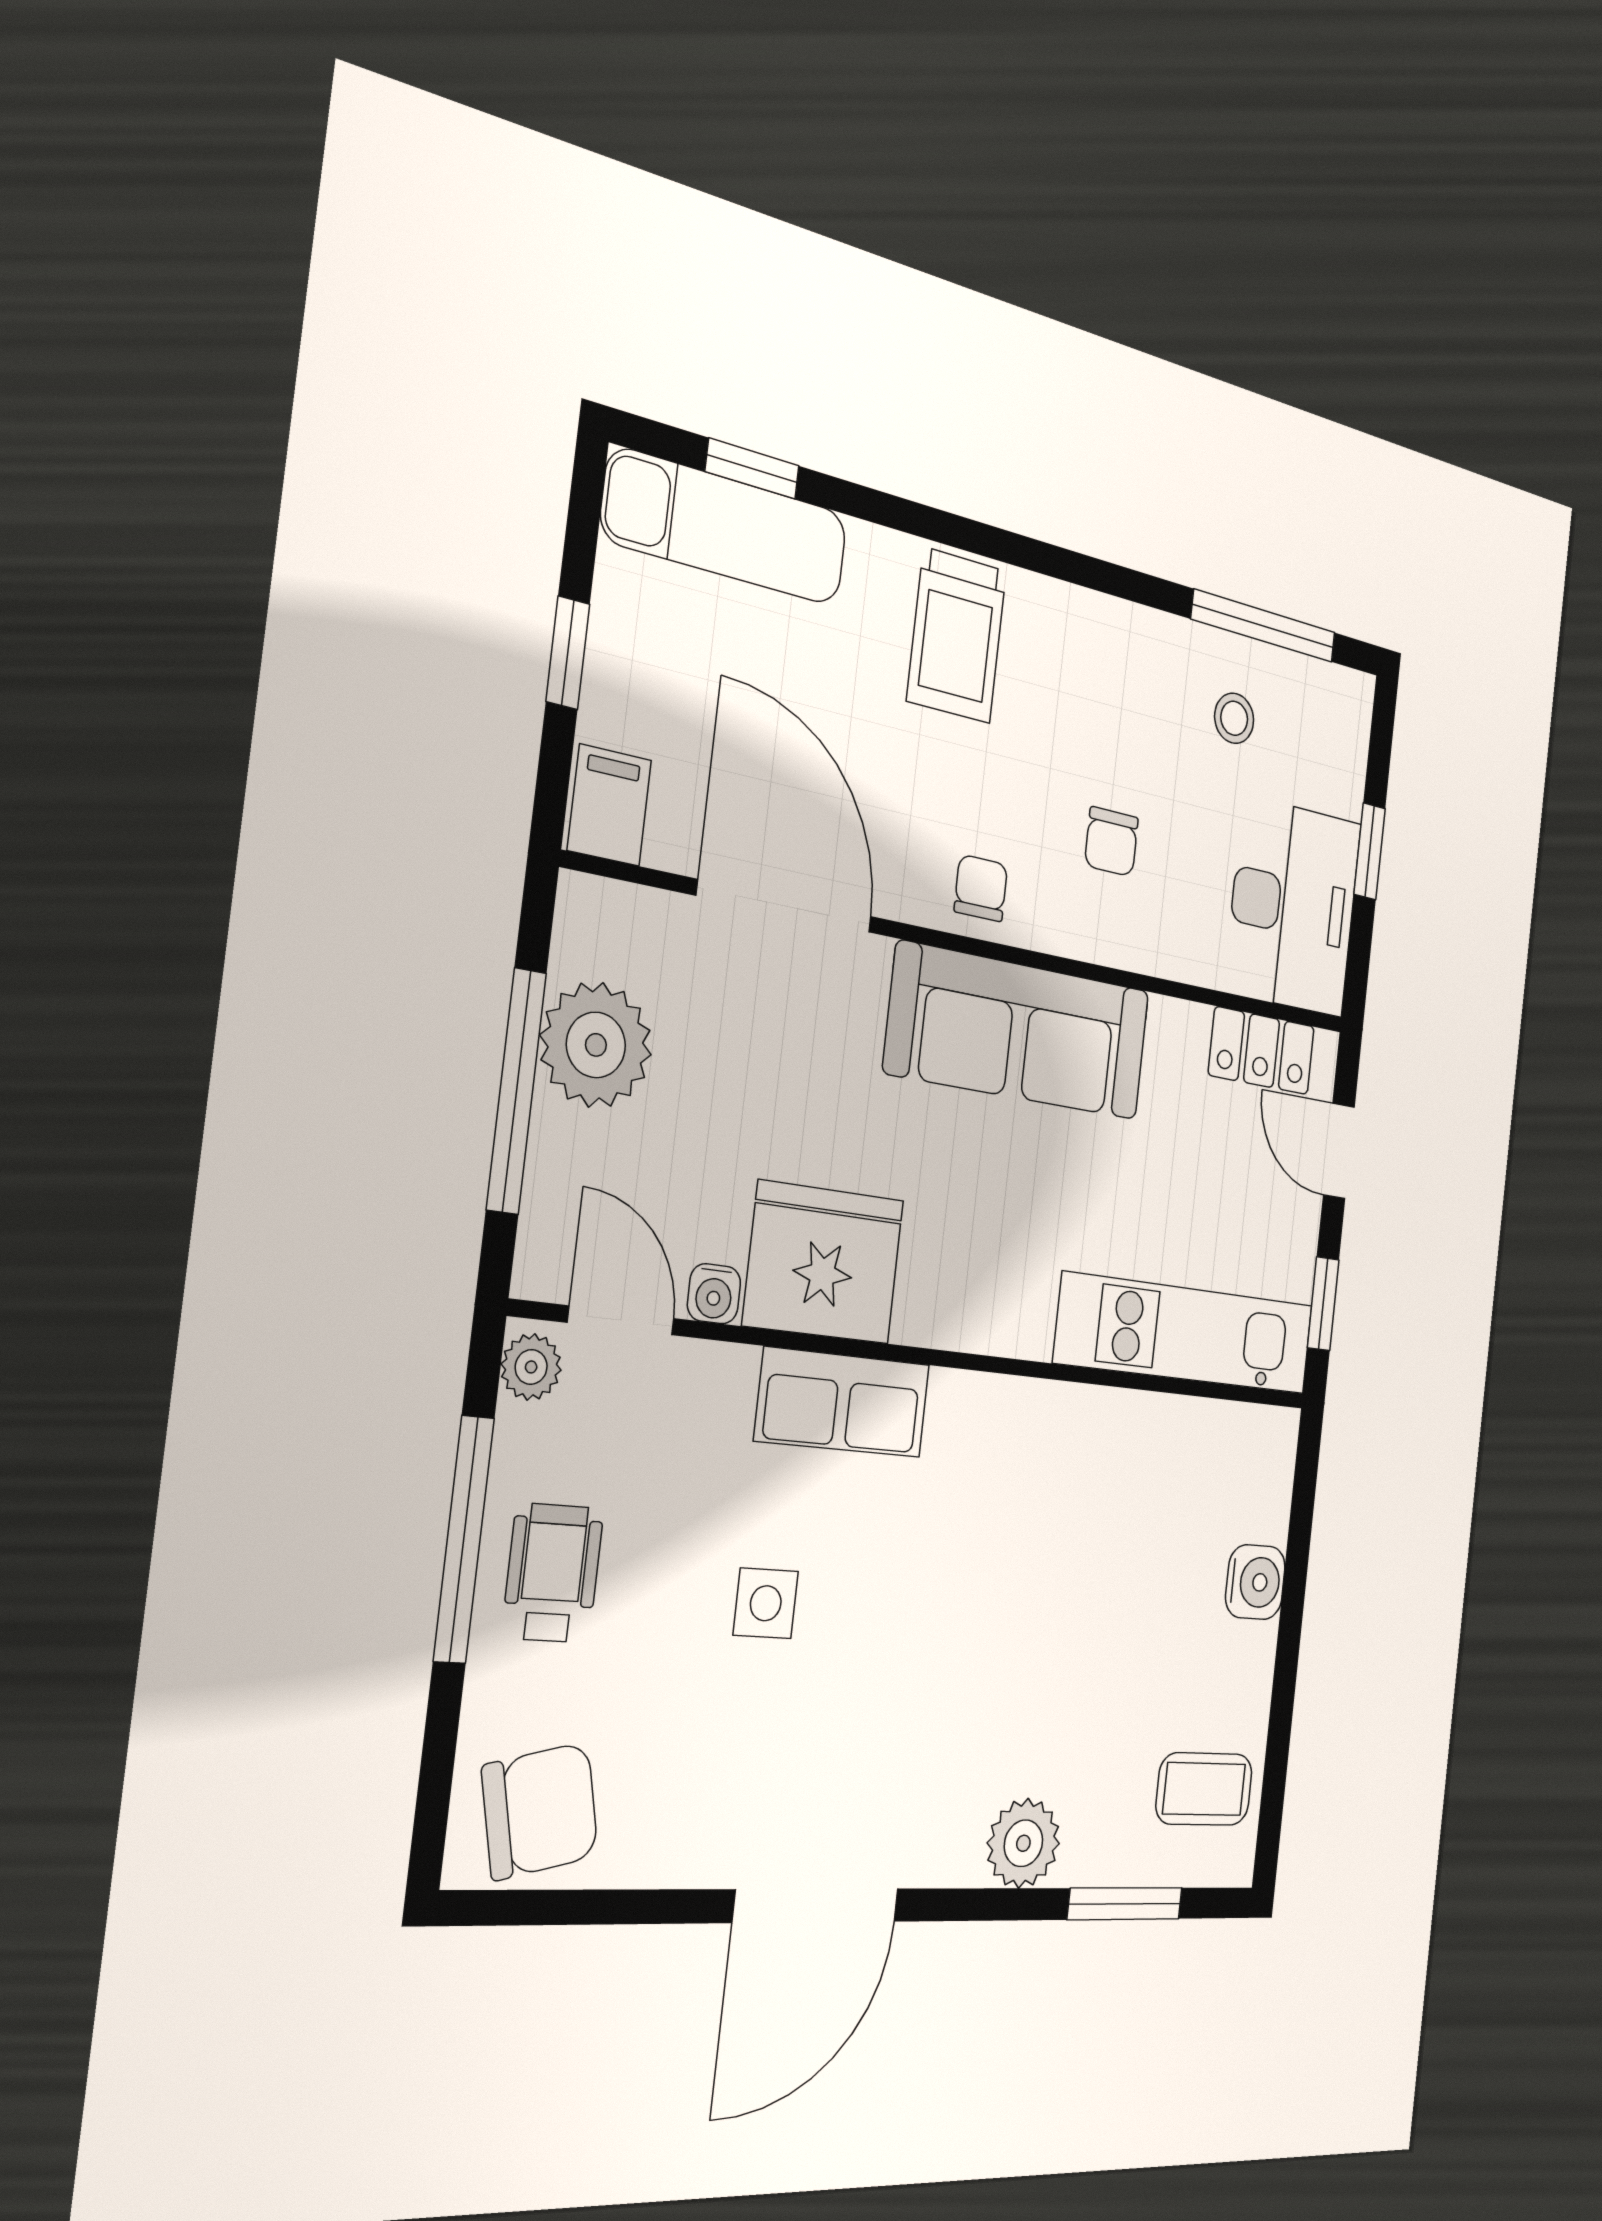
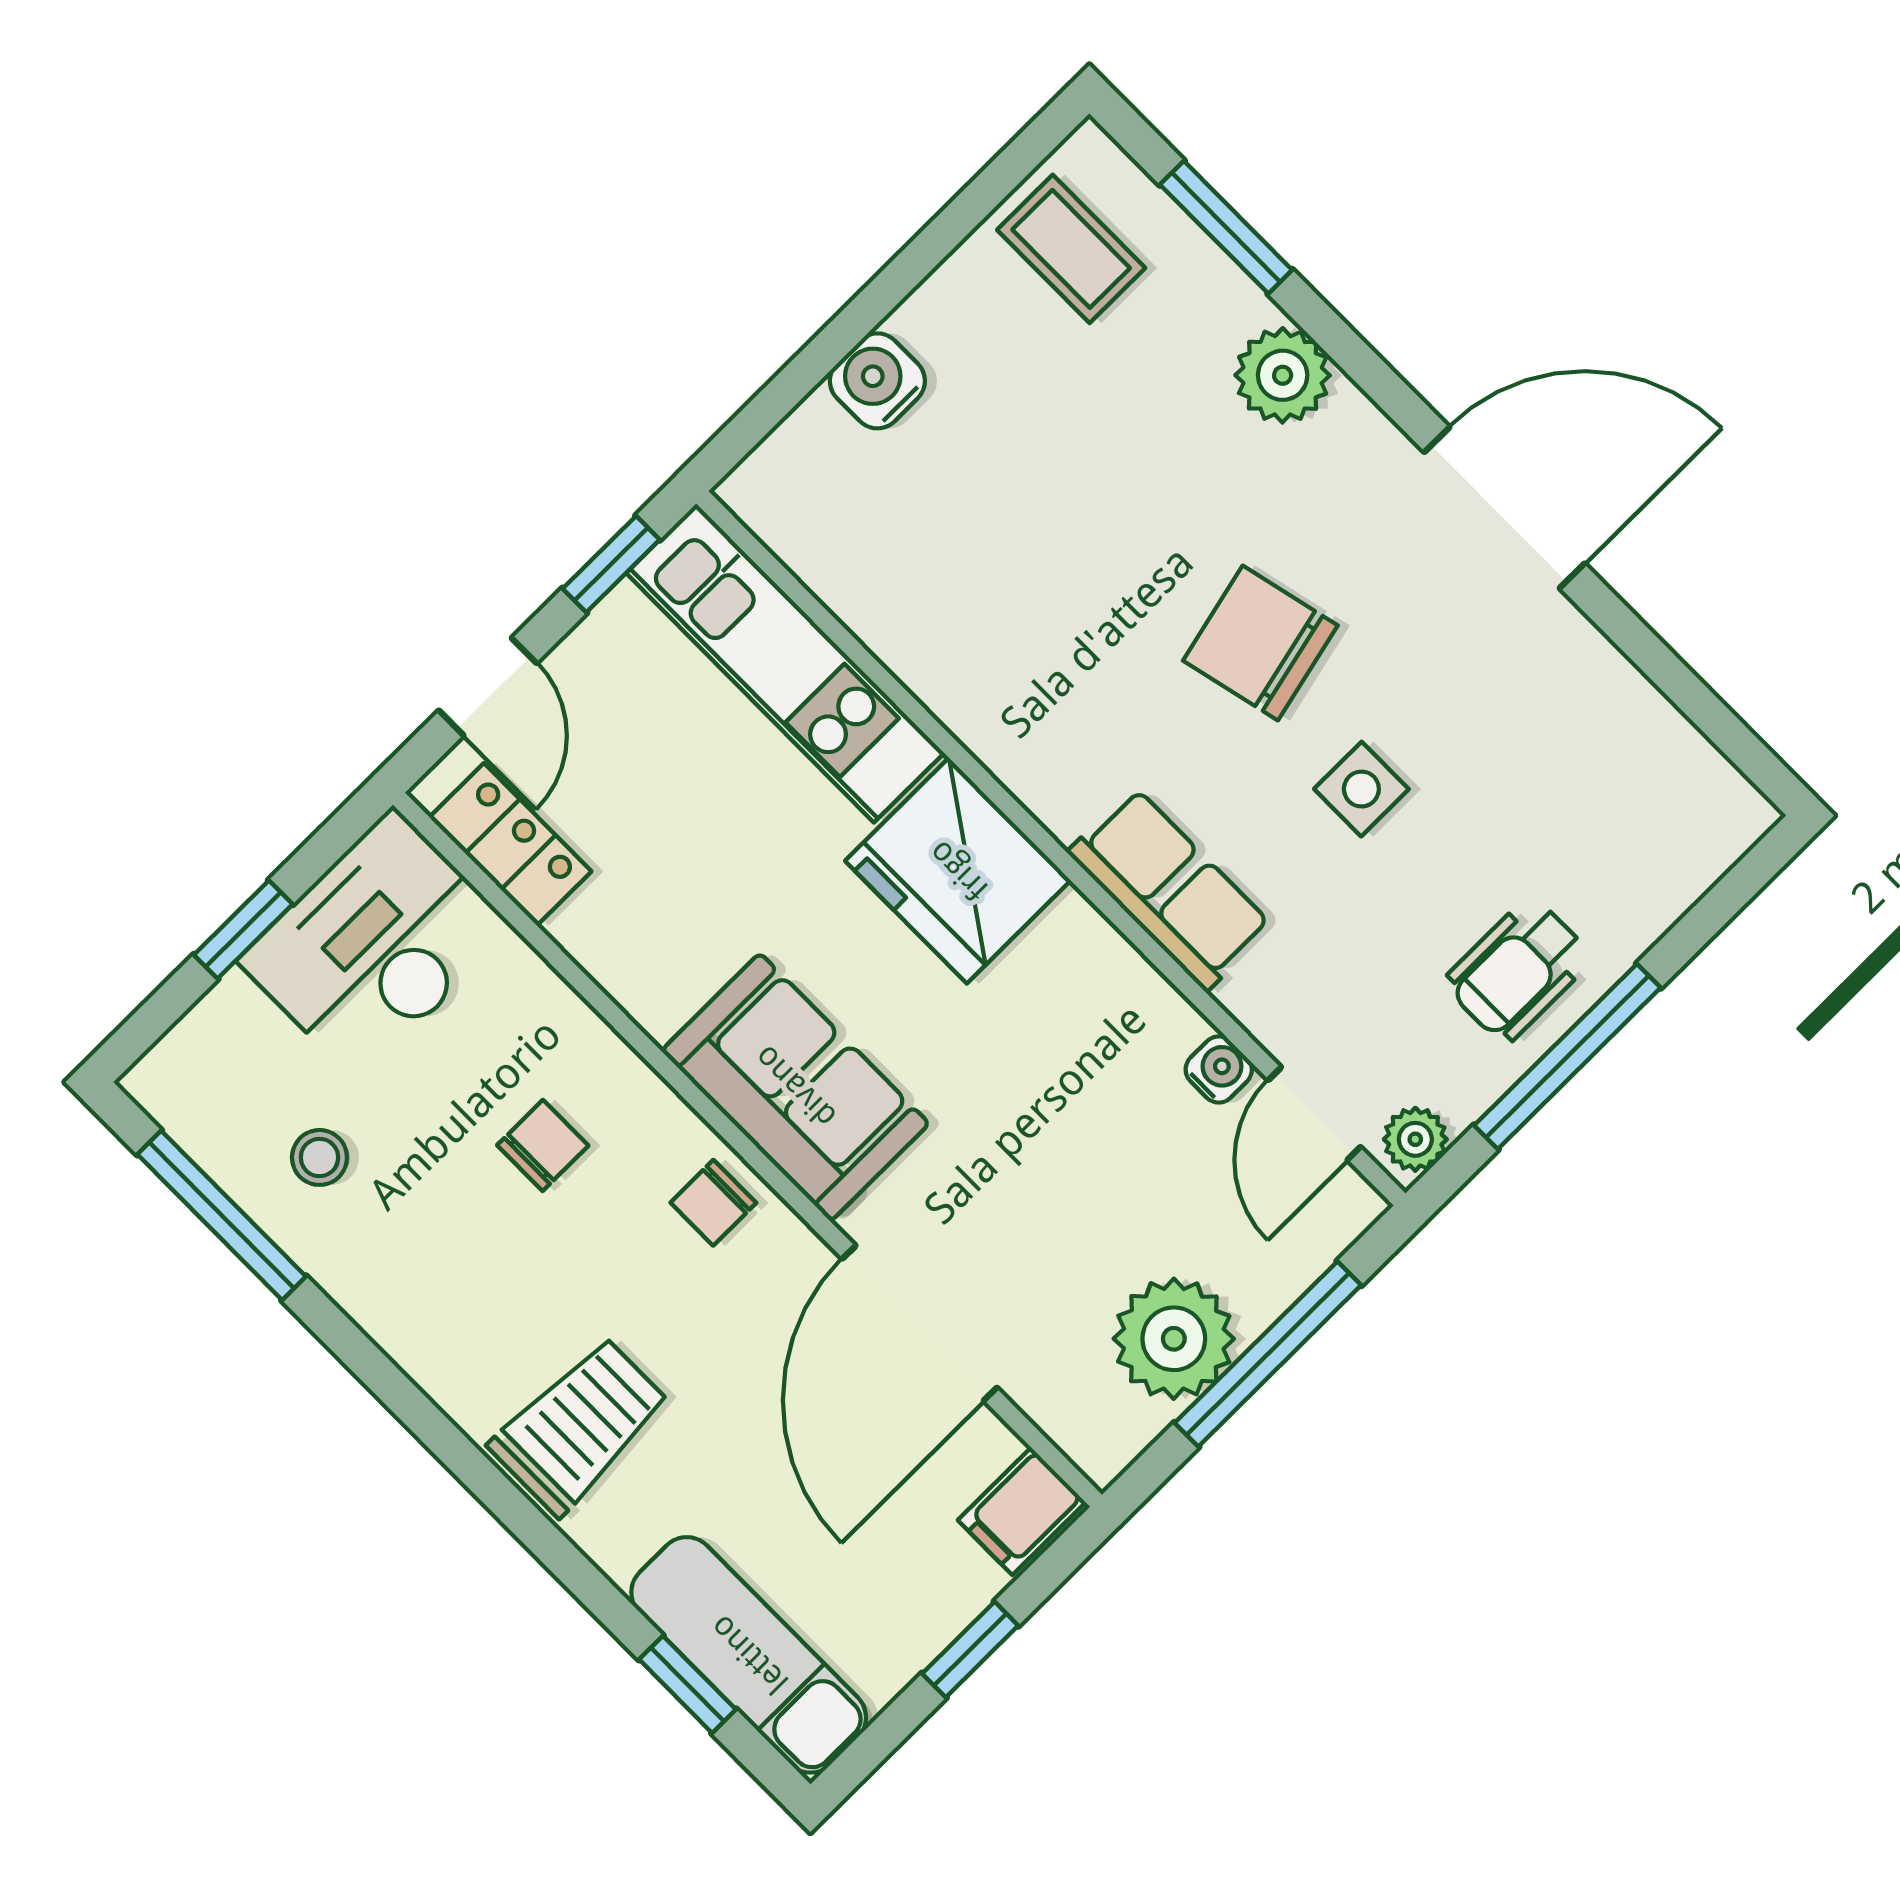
sofa: (1019, 1031) -> (795, 1087), width x0.73
fridge: (824, 1262) -> (958, 871), moved
chair: (540, 1811) -> (1260, 643), moved

